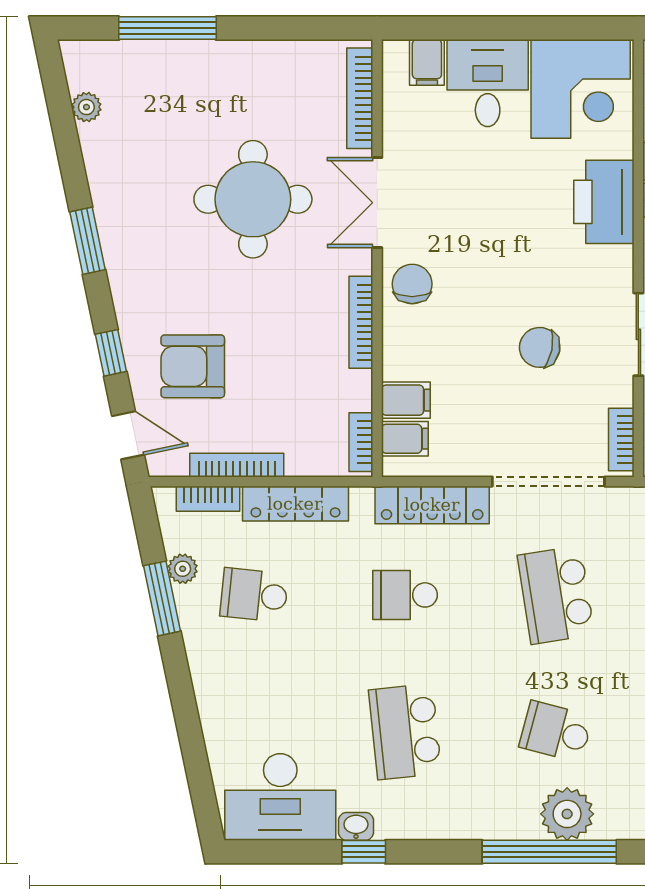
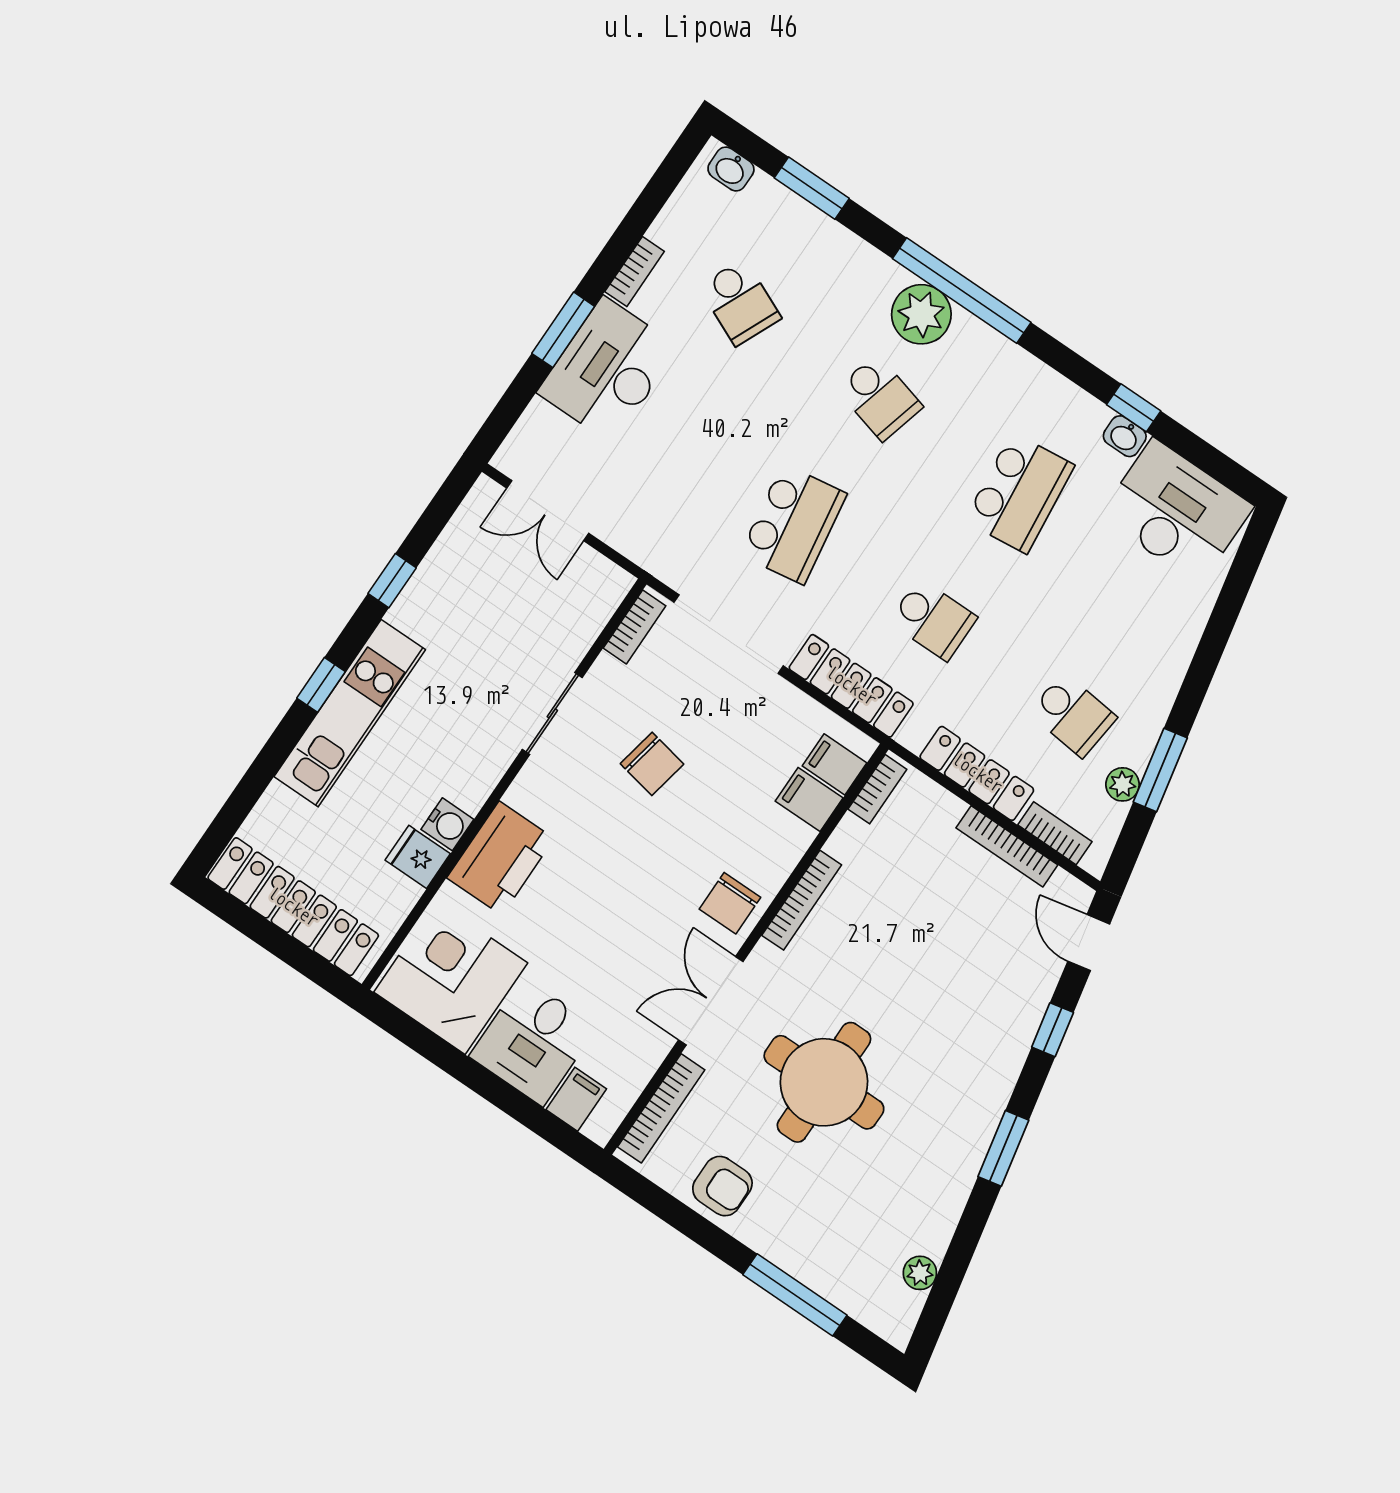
double door: (377, 203) -> (711, 1001), swing flipped
armchair: (193, 366) -> (722, 1186), moved, width x0.72, depth x0.72

